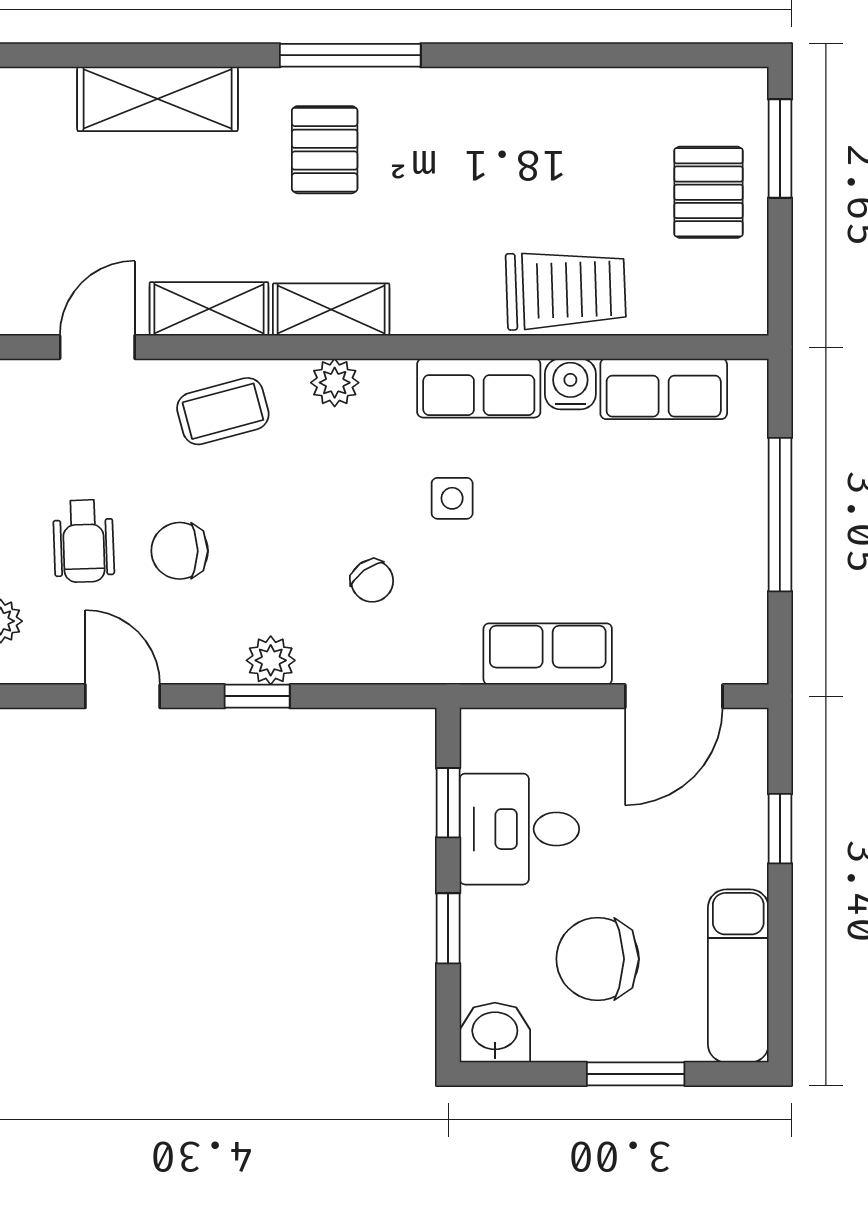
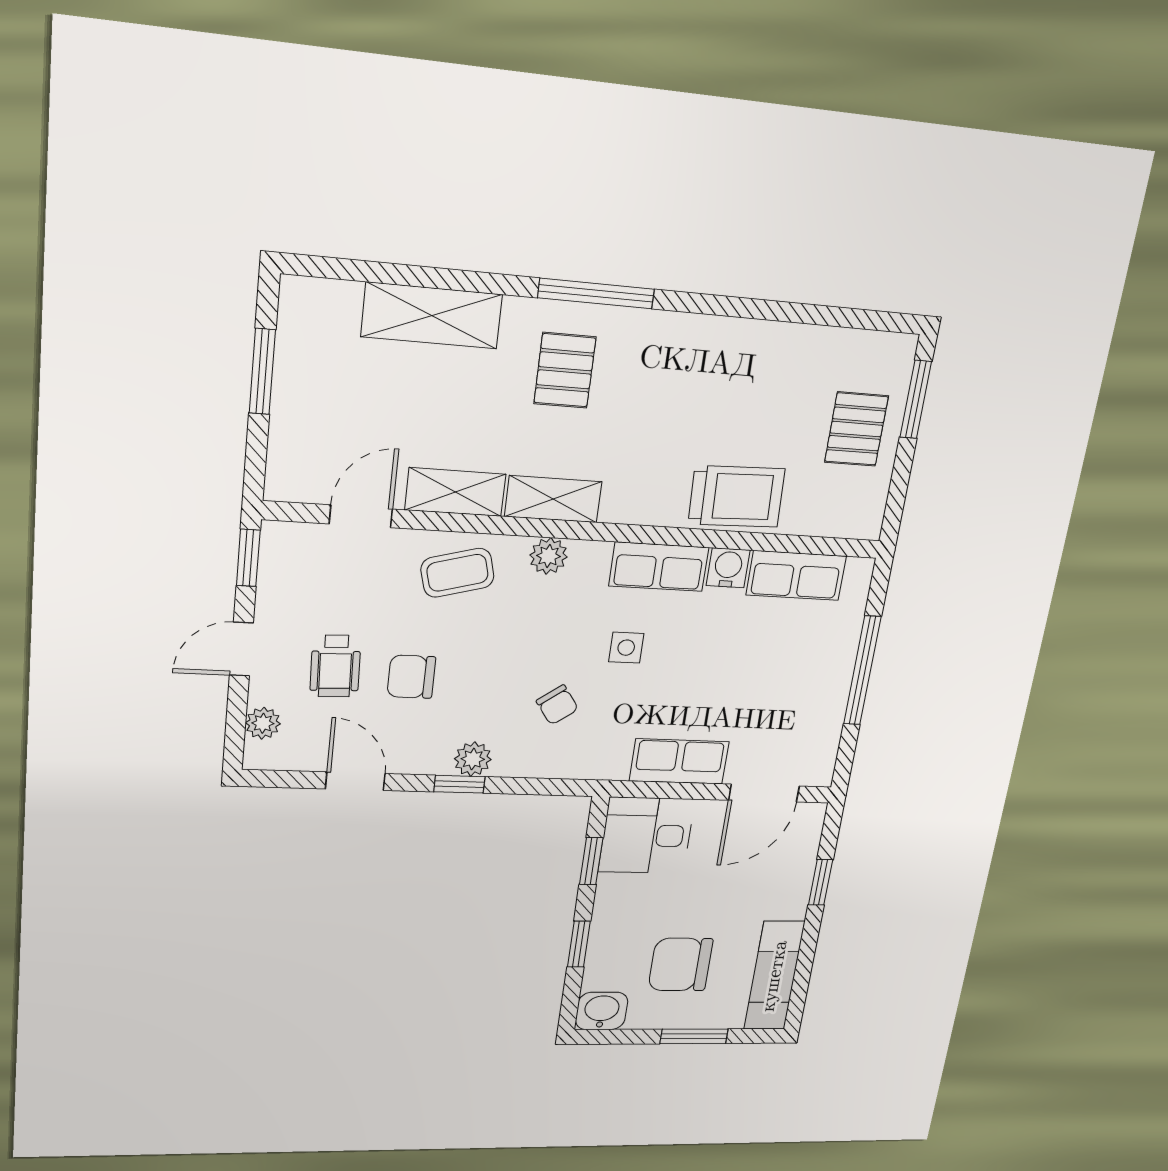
desk: (519, 829) -> (647, 835), moved

